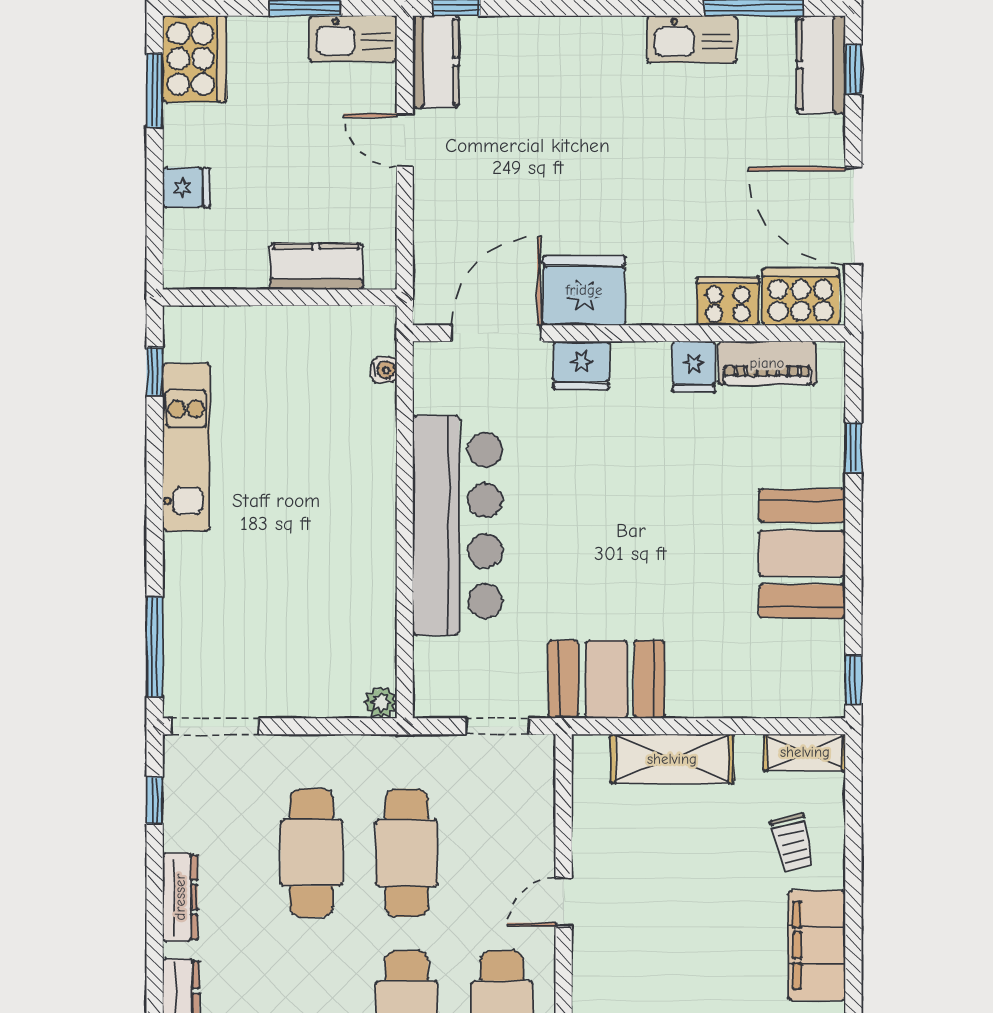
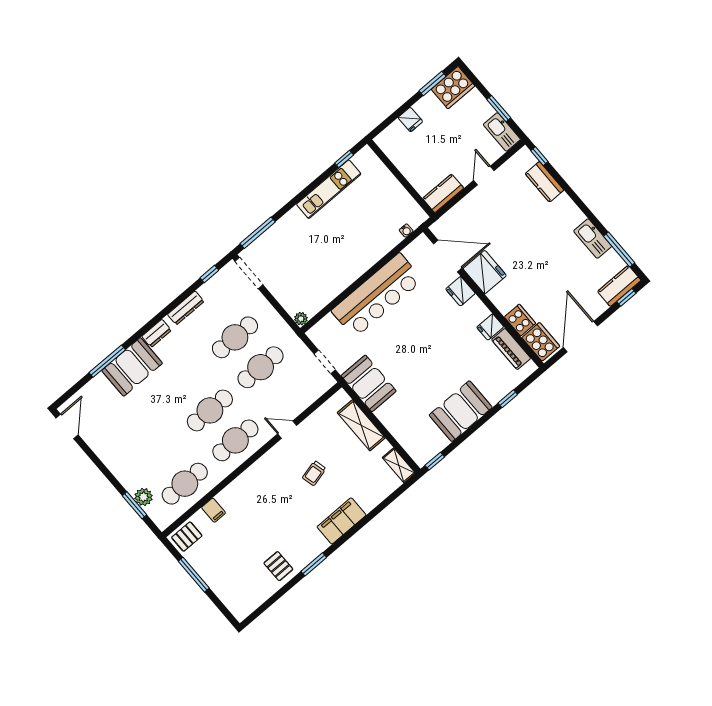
kitchen counter: (436, 62) -> (544, 182), moved, turned 90
kitchen counter: (316, 266) -> (443, 193), moved, turned -90
trolley: (793, 843) -> (314, 473), moved

